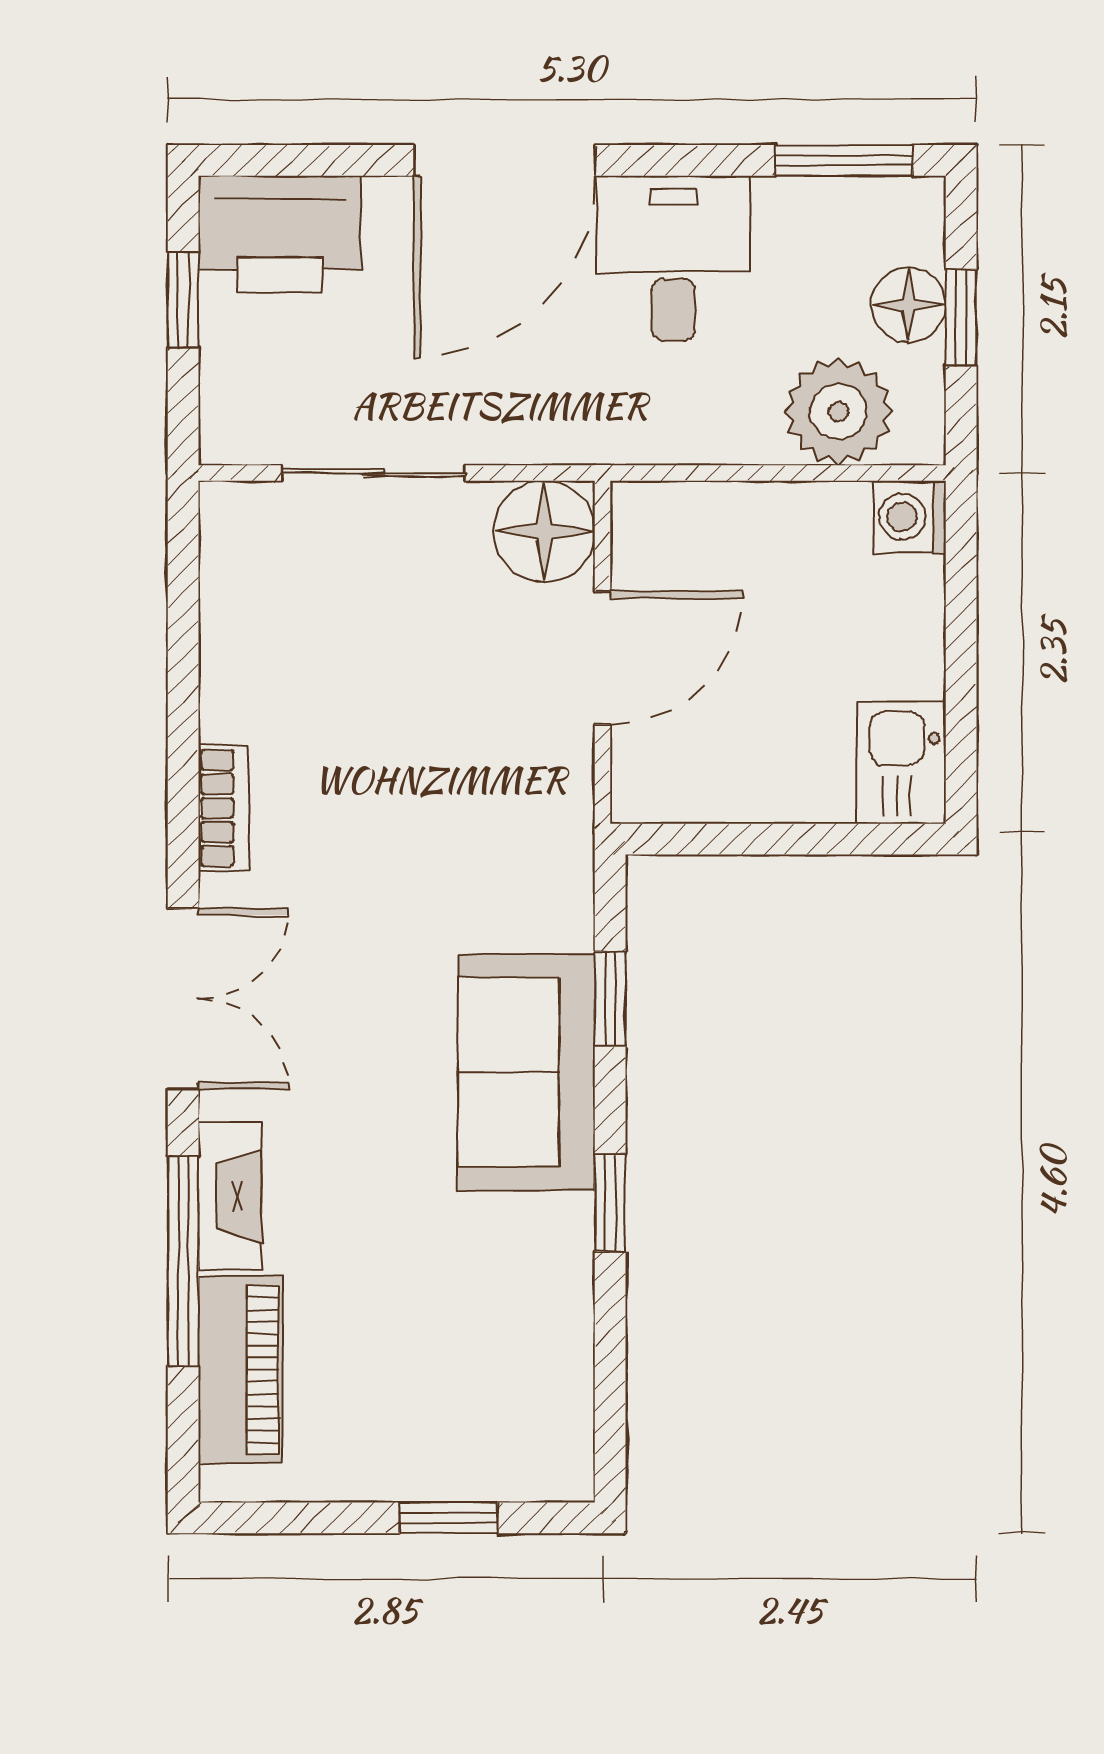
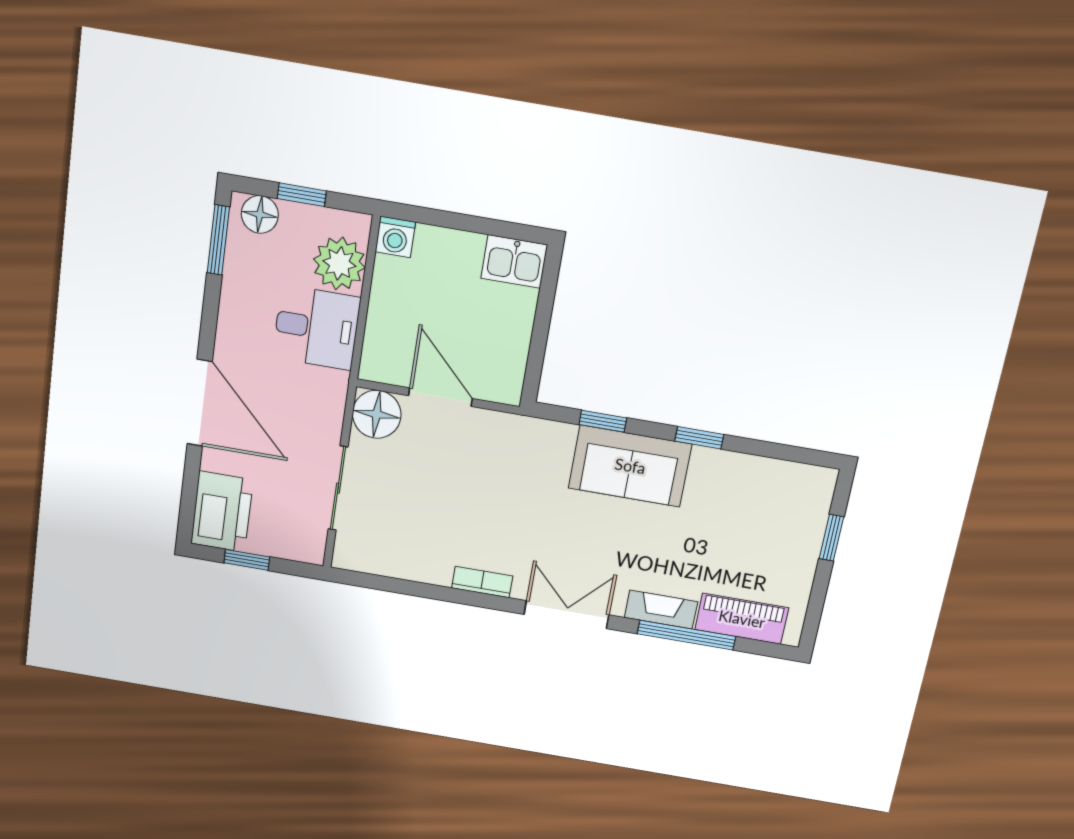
desk: (673, 258) -> (316, 328), moved, turned 180
floor lamp: (908, 305) -> (260, 214), moved

